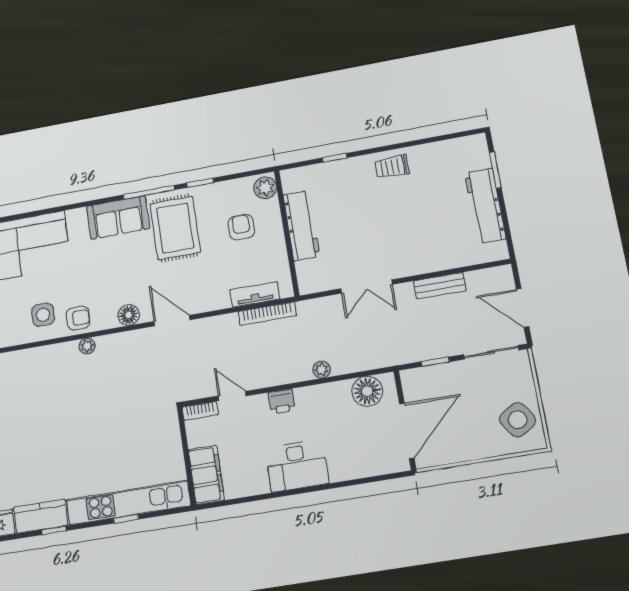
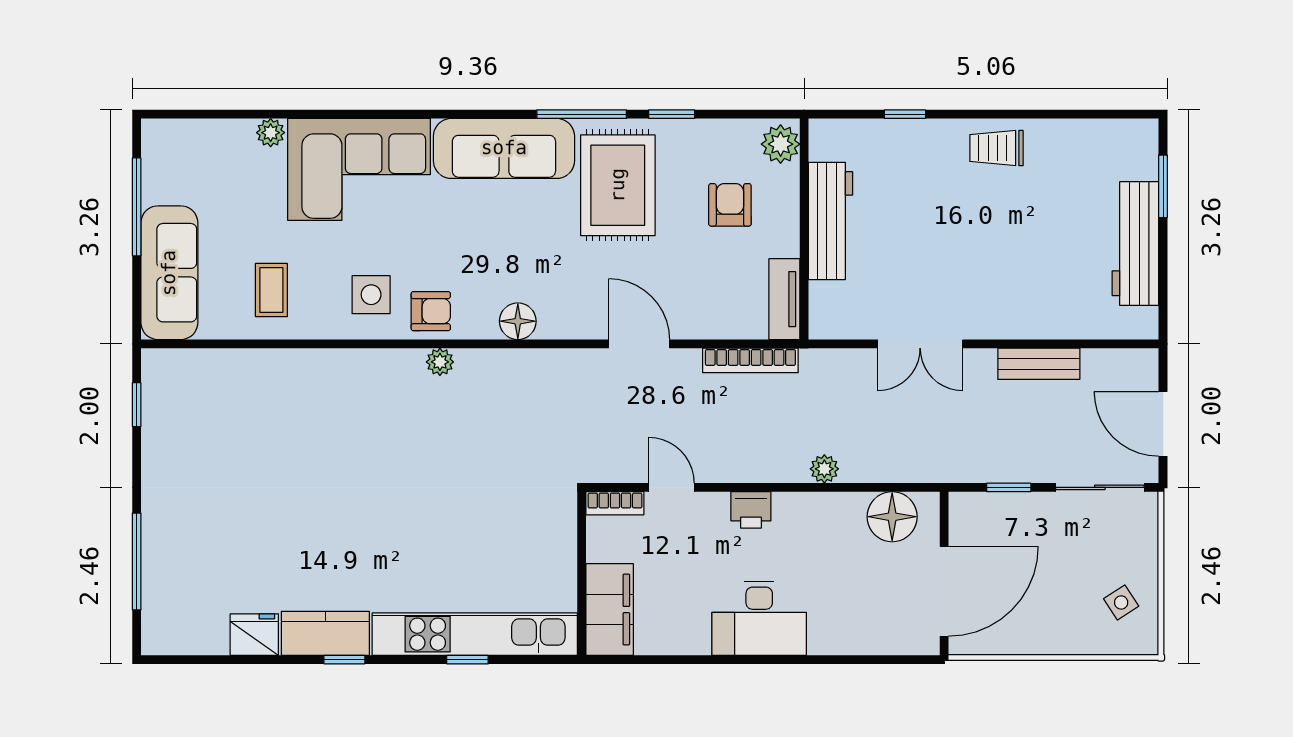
sofa: (118, 217) -> (504, 148), width x1.36
tv unit: (255, 294) -> (784, 299), moved, turned -90
door: (172, 321) -> (639, 344), moved
side table: (518, 420) -> (1121, 602), width x0.54, depth x0.54

